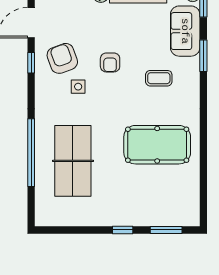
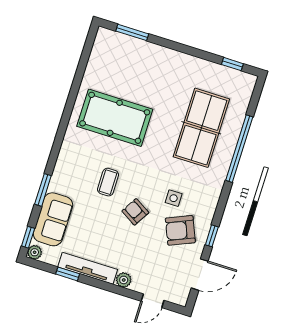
armchair: (62, 58) -> (180, 230), turned 87
armchair: (110, 62) -> (135, 212), turned -59
coffee table: (159, 78) -> (108, 182), moved, turned 90
window: (123, 230) -> (232, 64), moved

